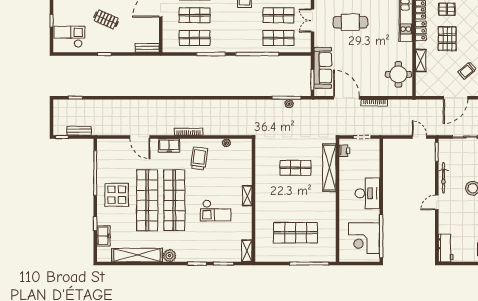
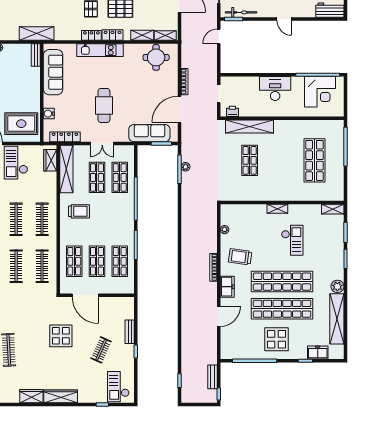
bench: (147, 48) -> (130, 332), moved
shelving: (420, 84) -> (165, 35), added
bicycle: (443, 178) -> (241, 12), moved

